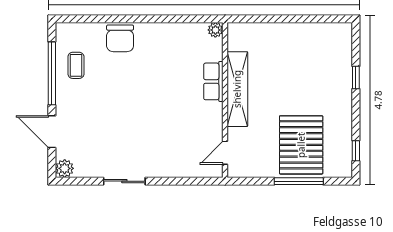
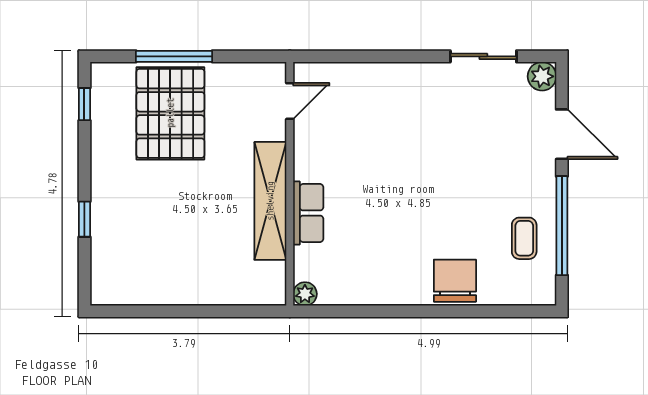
sliding door: (124, 181) -> (483, 56), moved

